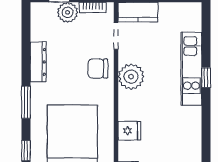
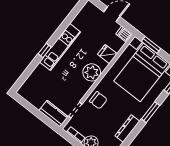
kitchen unit: (191, 69) -> (60, 47), moved
plant: (131, 77) -> (92, 72), moved

